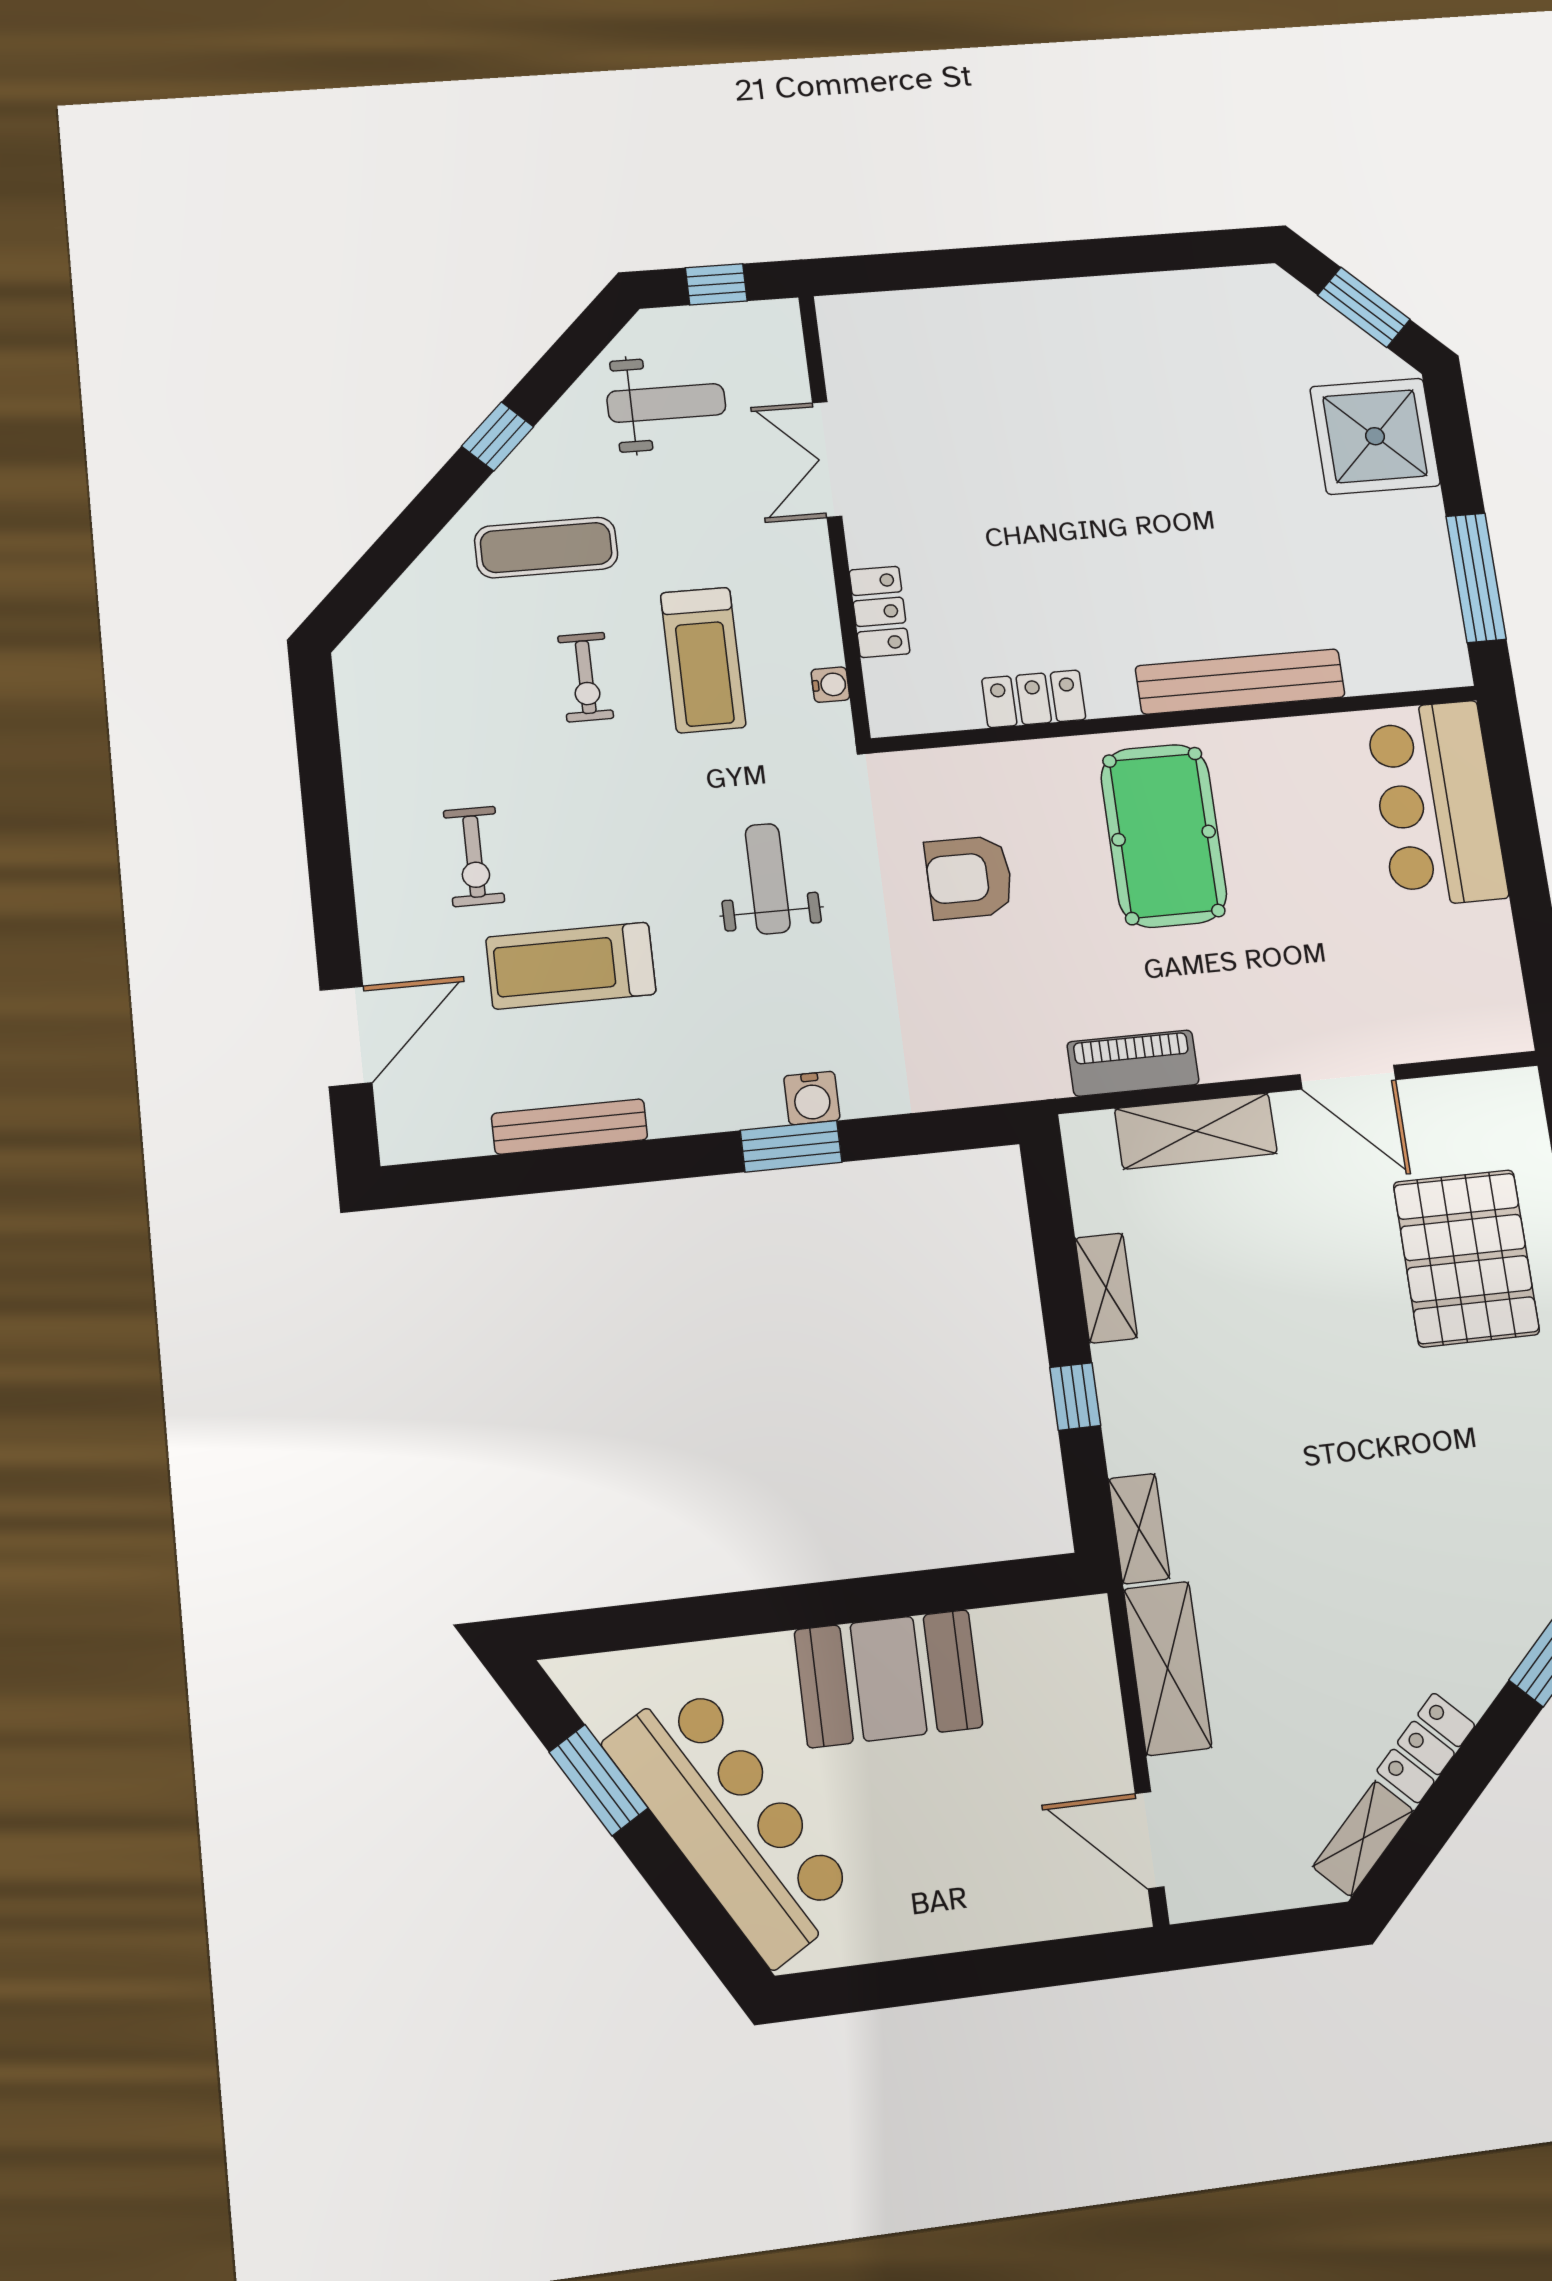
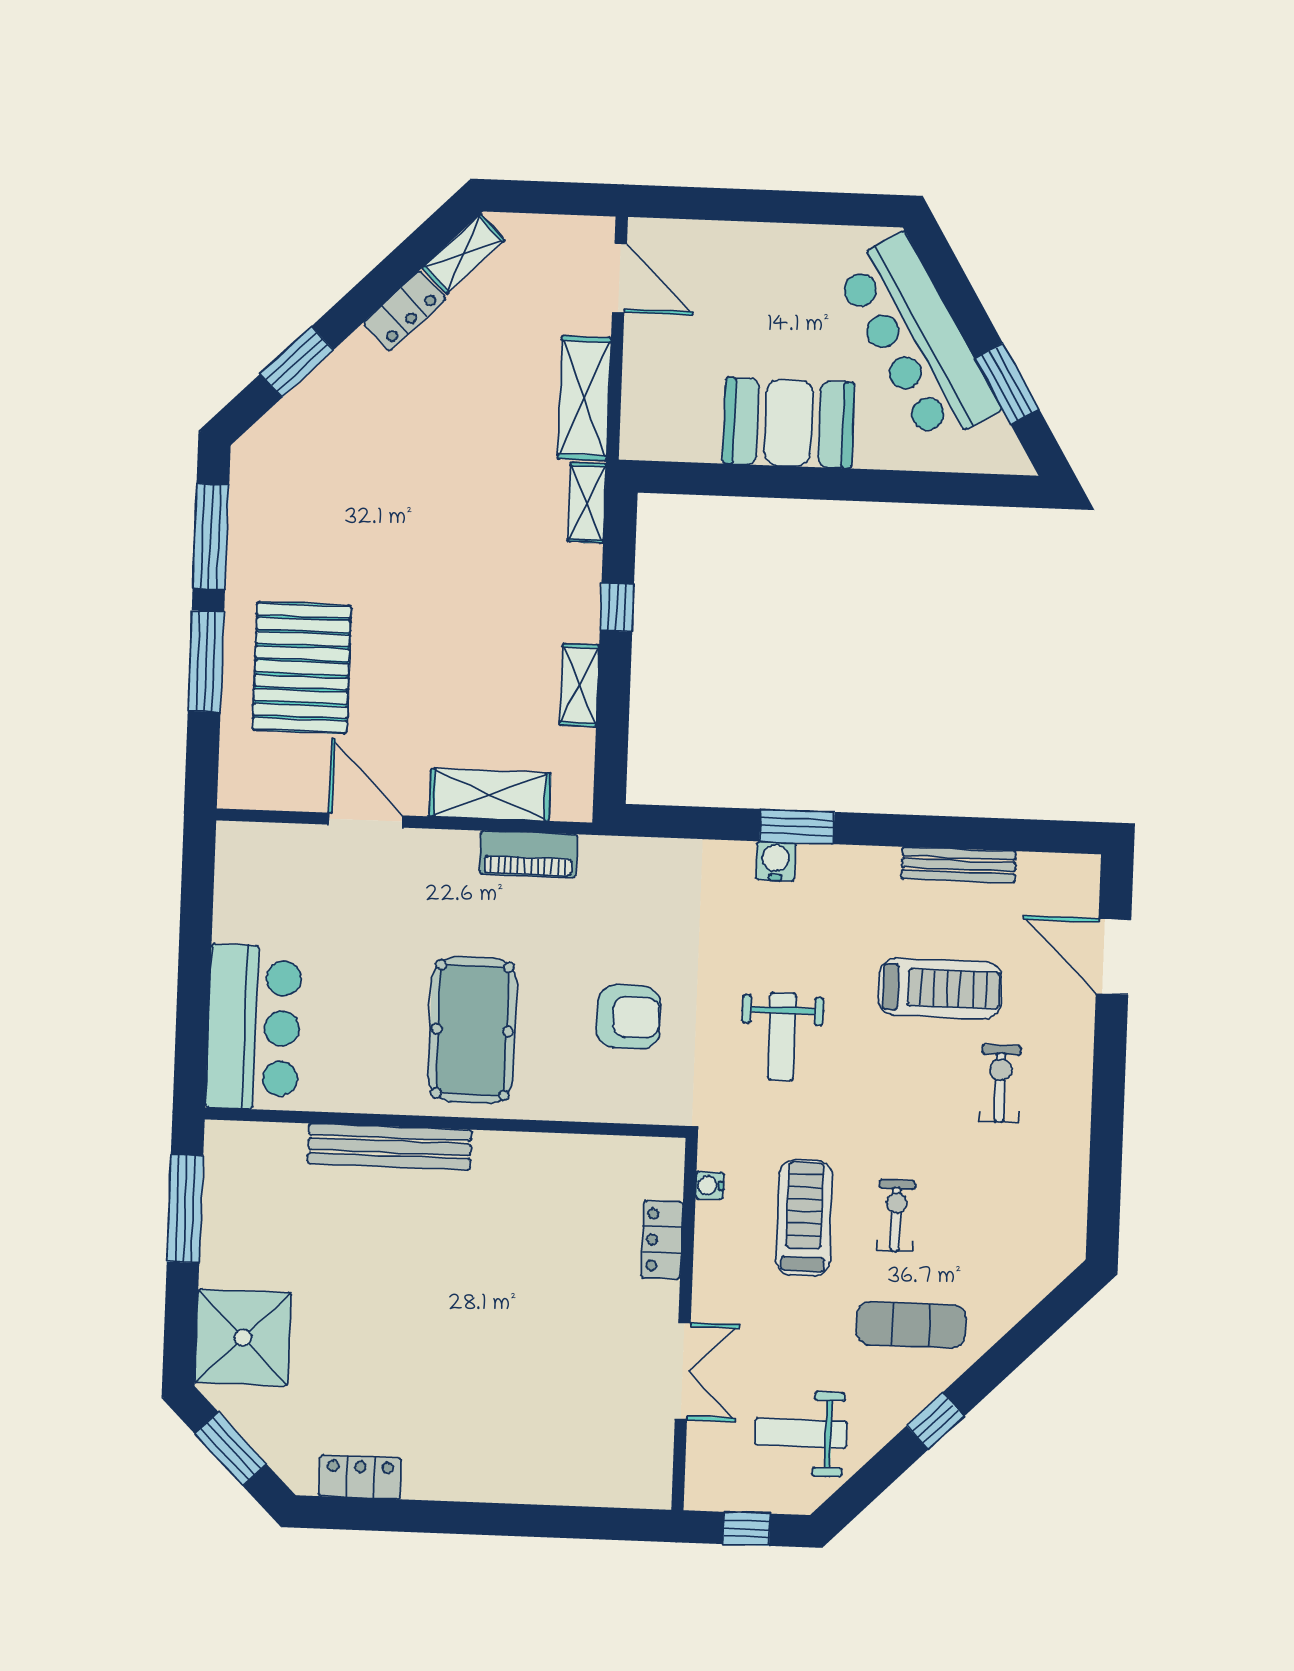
locker: (1034, 699) -> (360, 1477), moved, turned 180
door: (346, 1036) -> (1113, 957), hinge flipped

